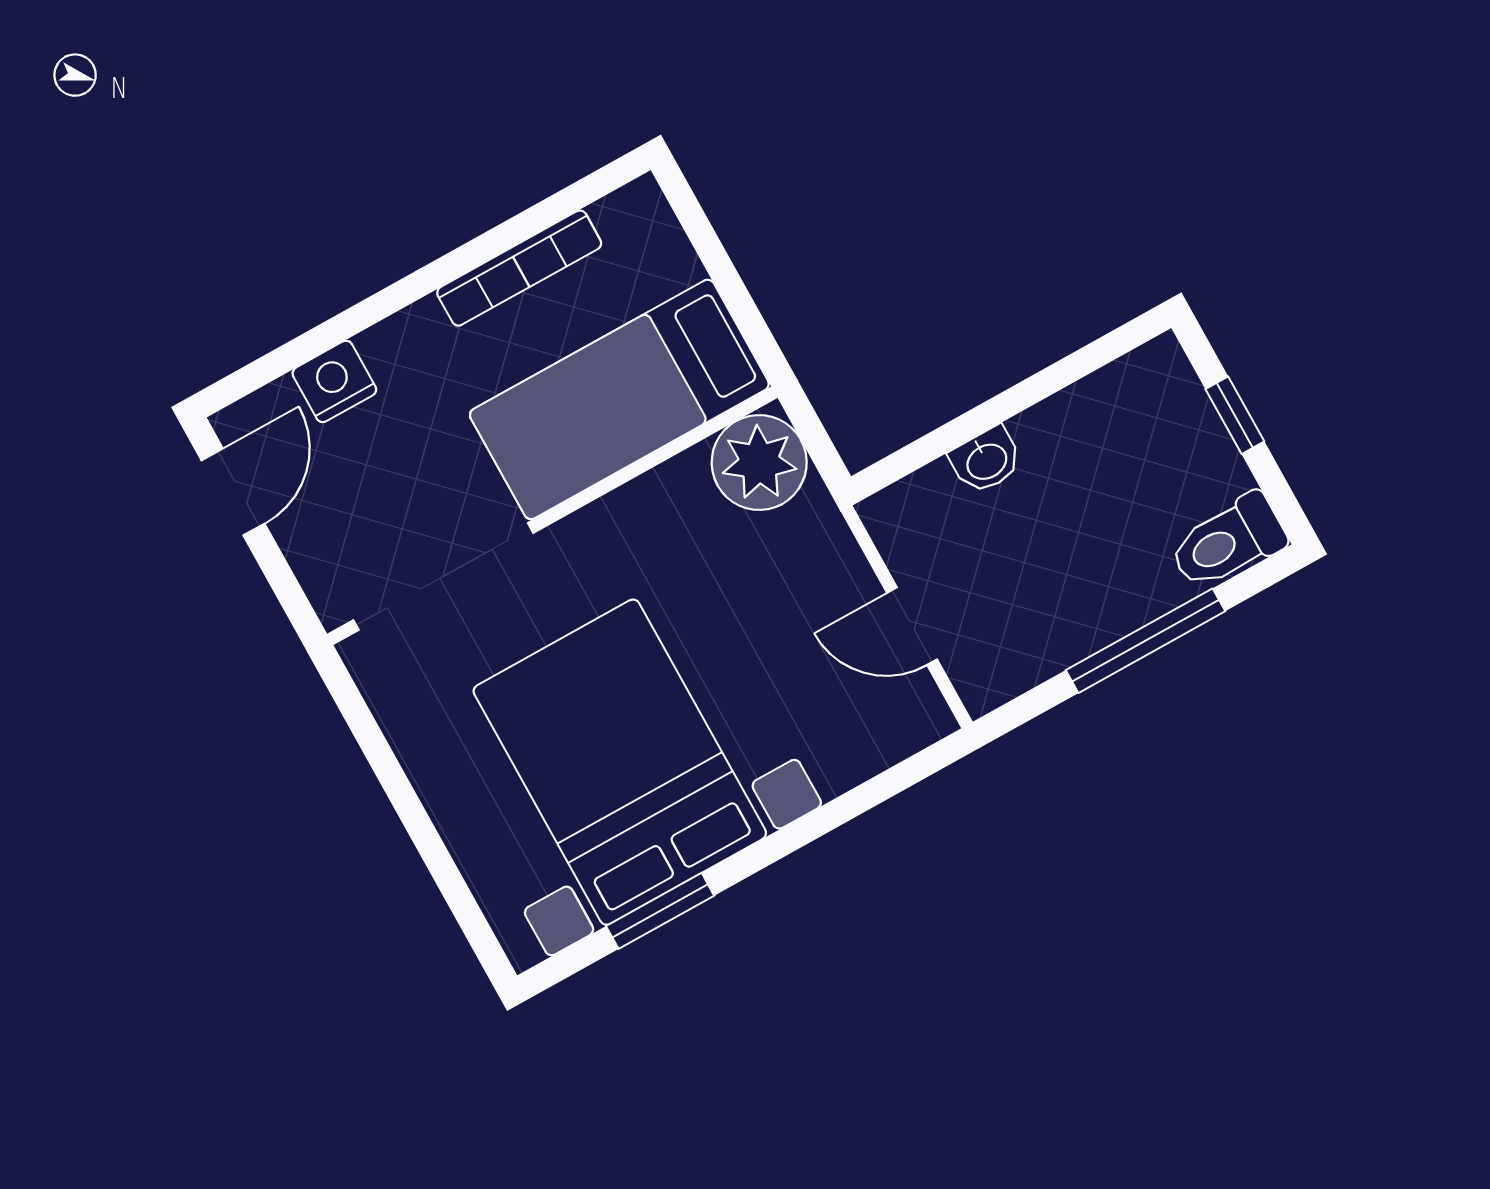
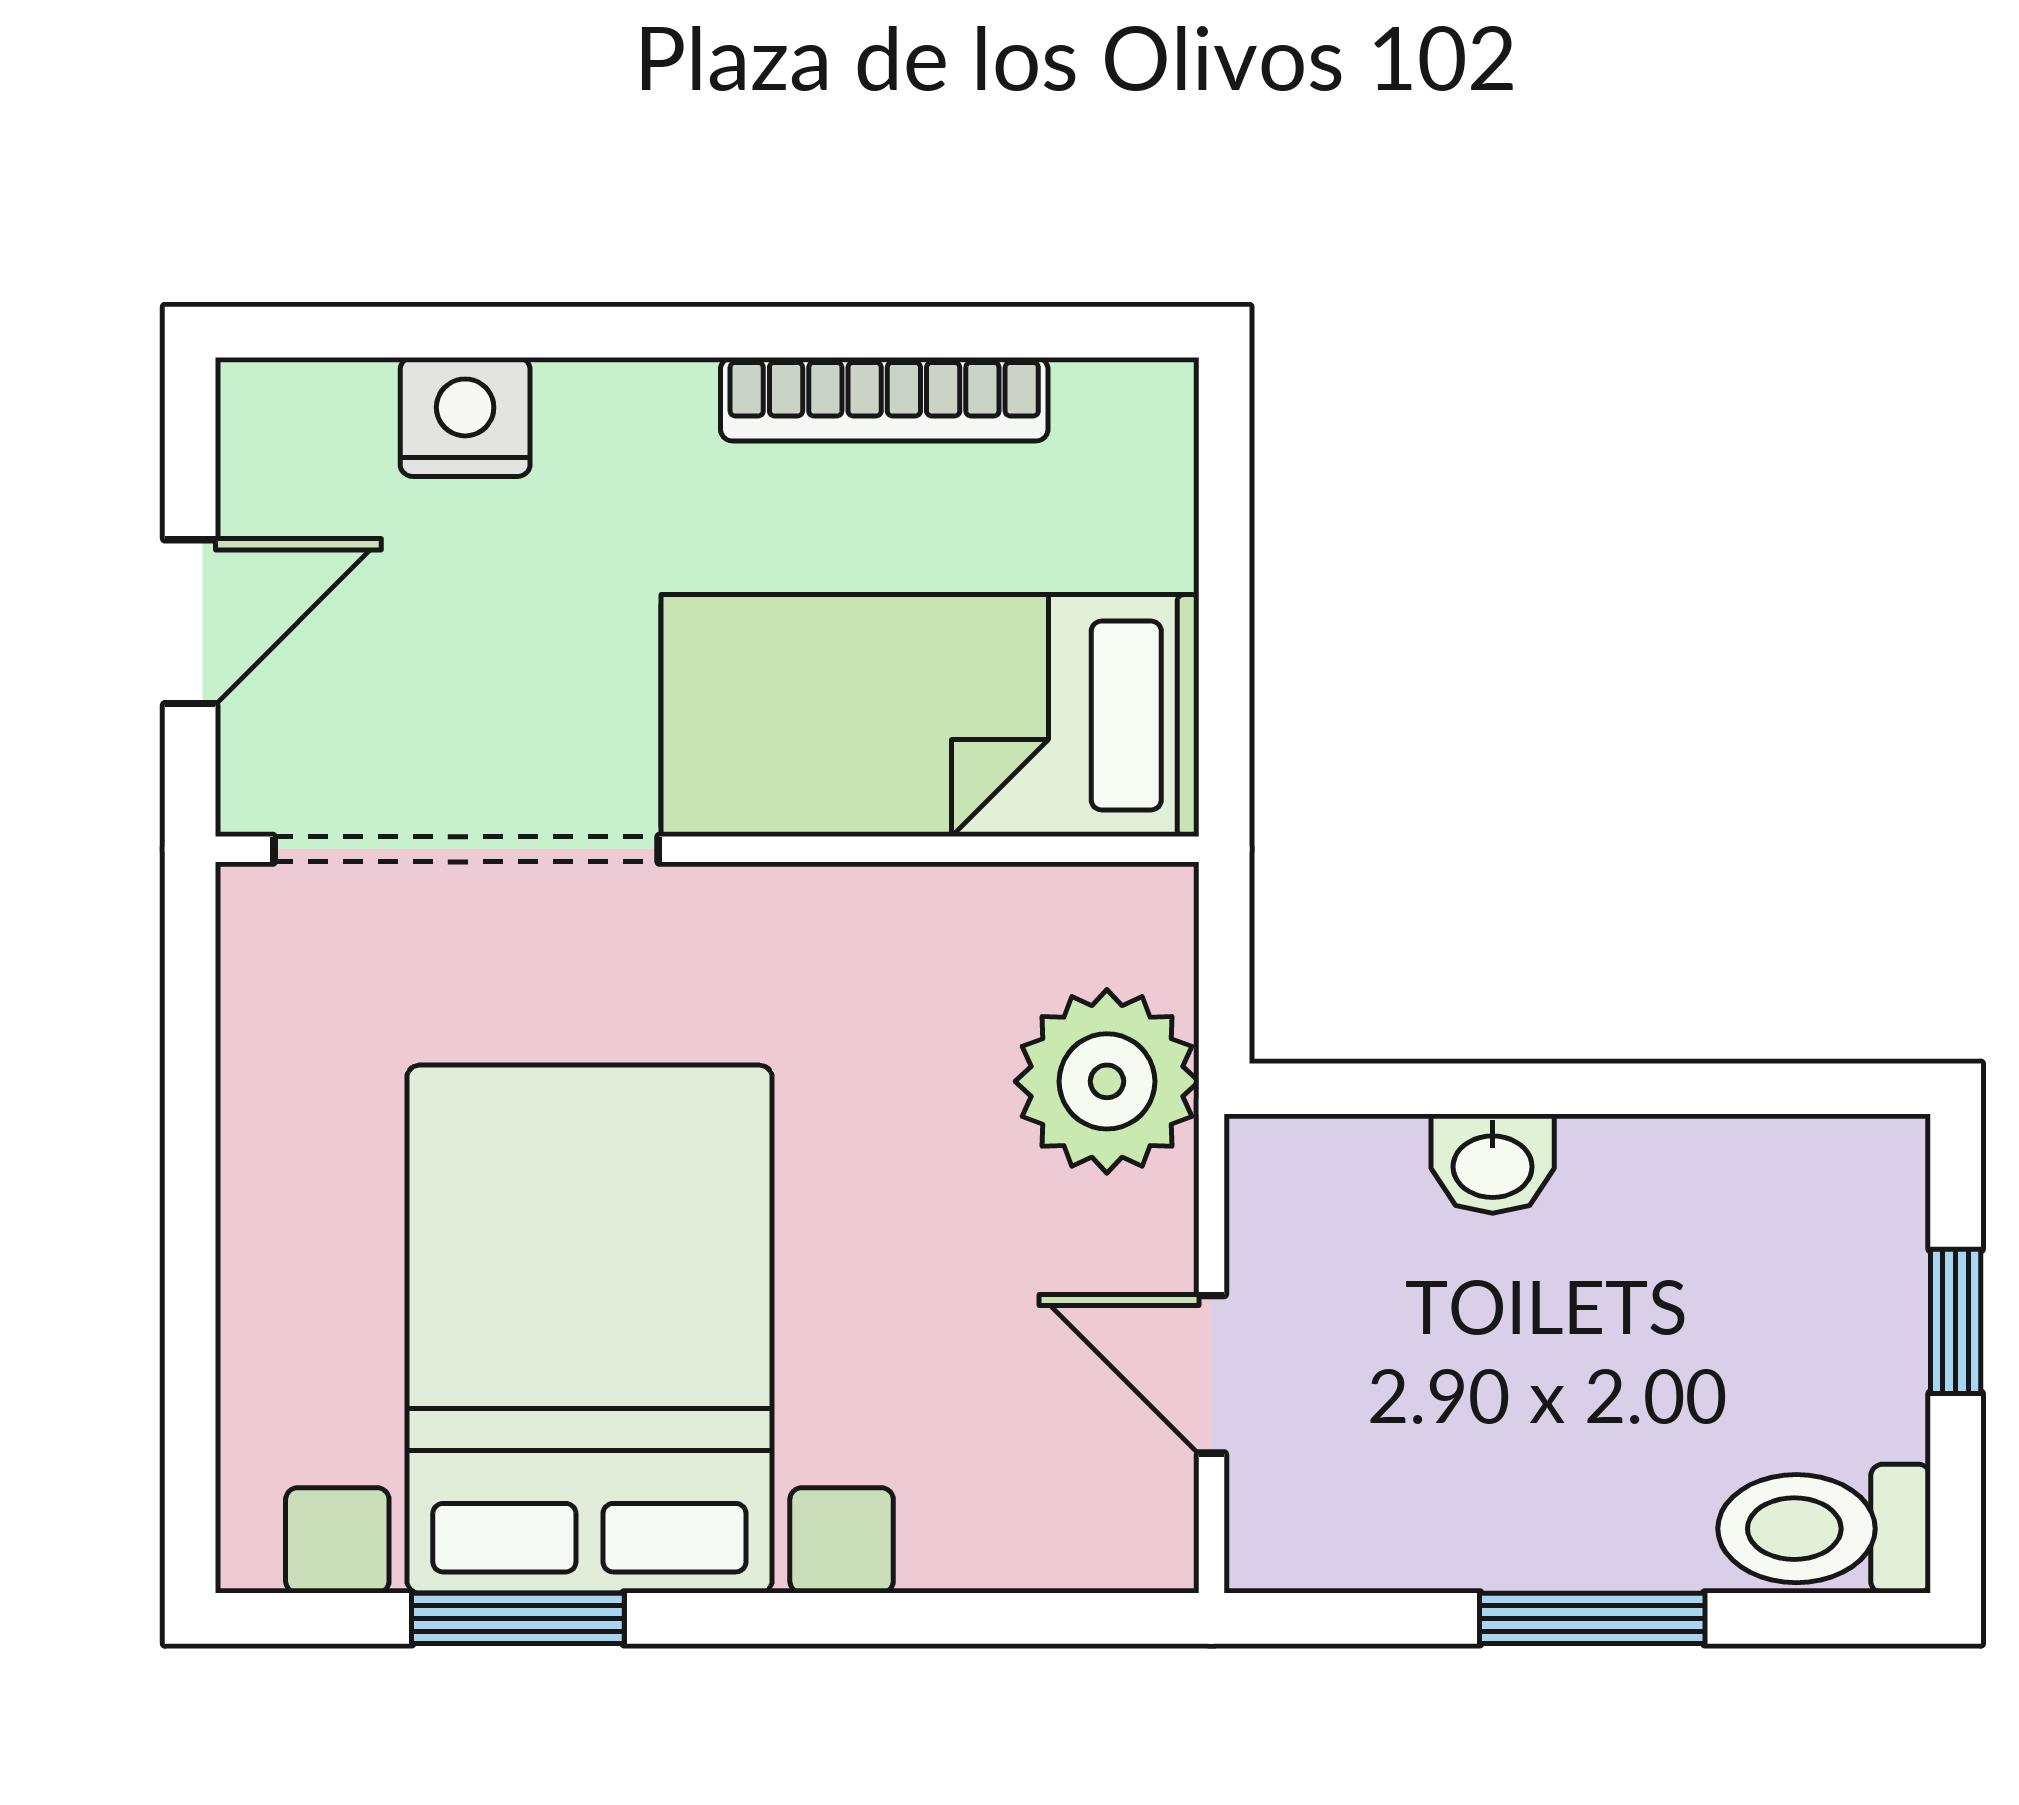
plant: (759, 462) -> (1107, 1081), moved
door: (233, 492) -> (190, 622), moved
window: (1145, 641) -> (1592, 1618), width x0.69

